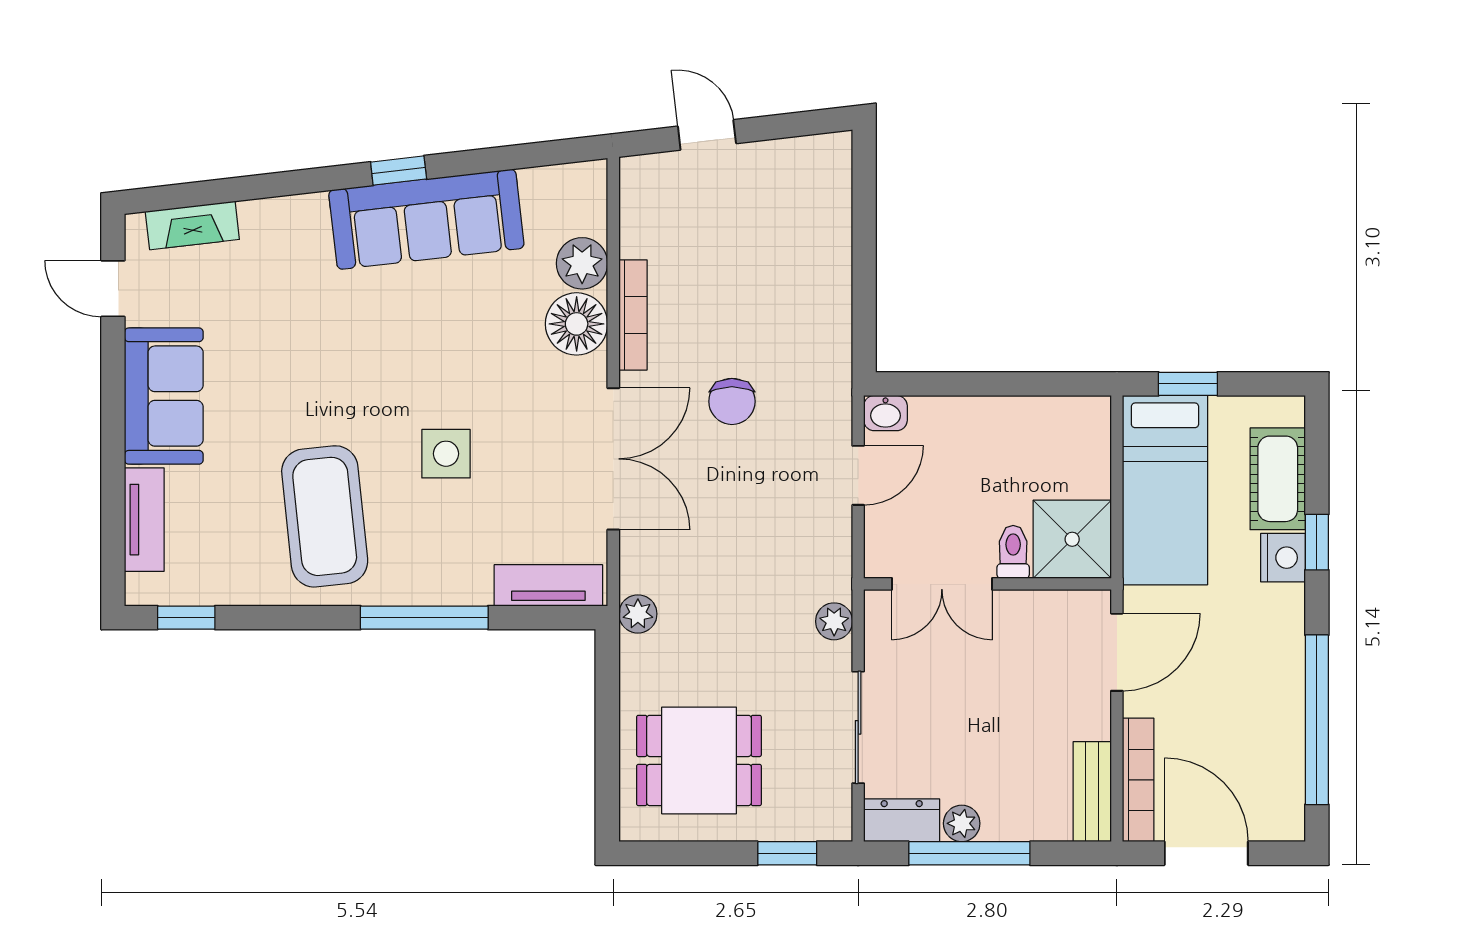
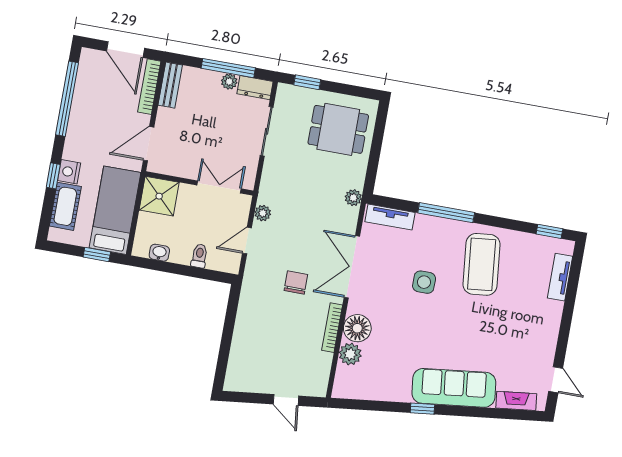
sofa: (426, 219) -> (454, 388), moved
sofa: (164, 396) -> (542, 329), removed
washbasin: (885, 413) -> (159, 253), moved
toilet: (1013, 552) -> (199, 256), moved, turned 180
plant: (834, 621) -> (263, 213), moved

